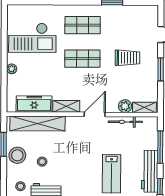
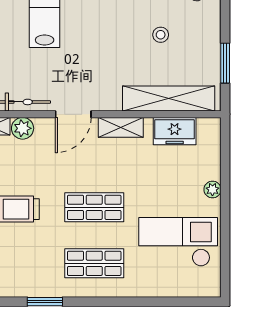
freezer: (34, 104) -> (175, 131), width x0.71
stool: (17, 155) -> (202, 45), removed

